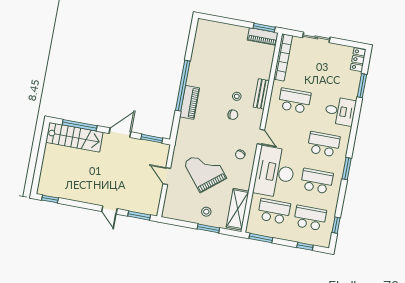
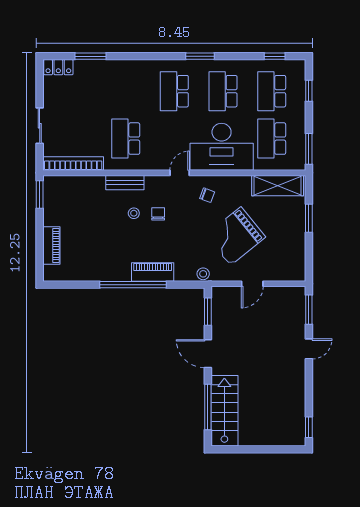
piano: (263, 37) -> (51, 246), moved
desk: (340, 111) -> (128, 78), removed
stool: (206, 212) -> (203, 274), moved

